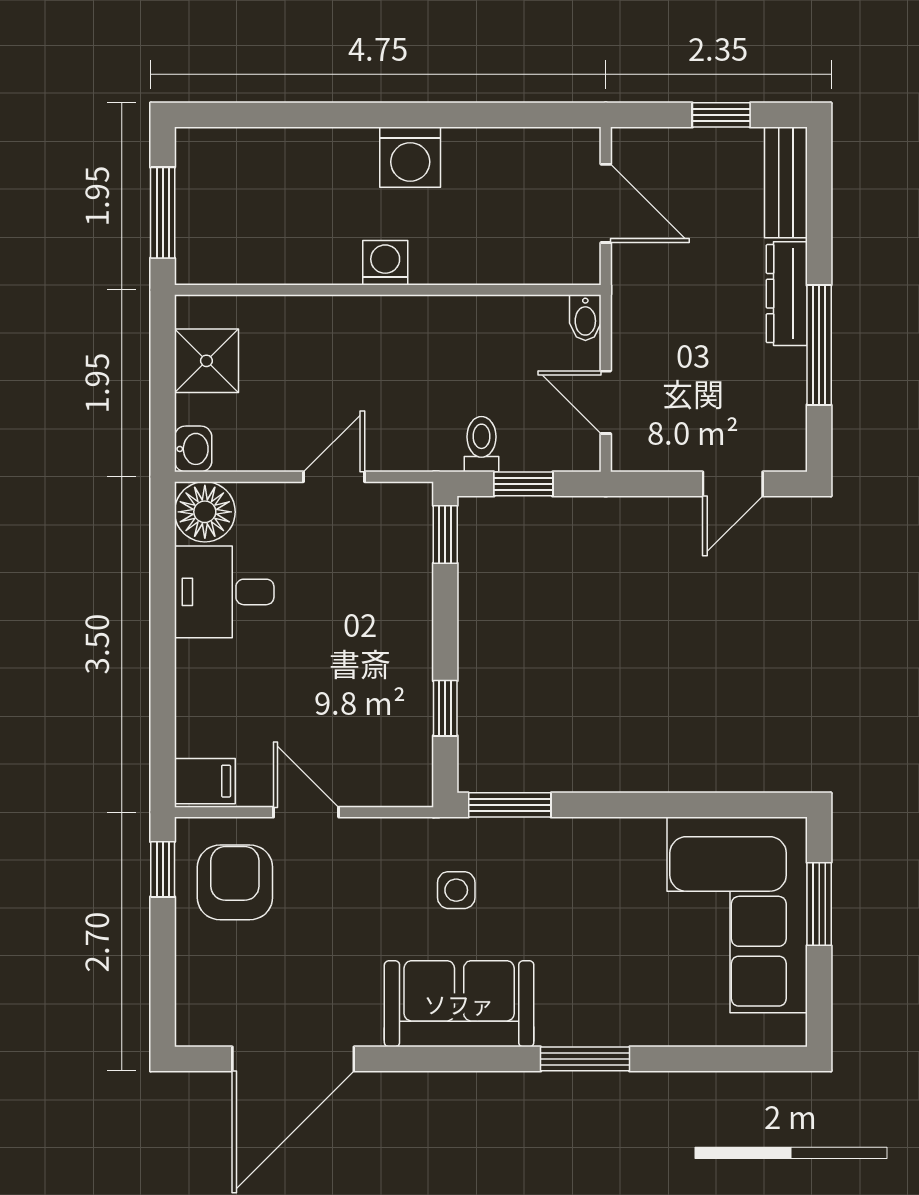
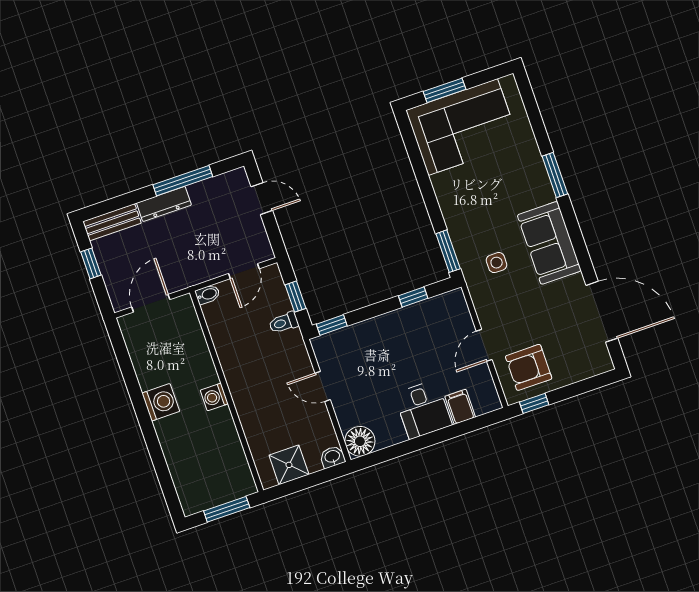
desk: (224, 592) -> (423, 409), moved
filing cabinet: (205, 781) -> (460, 407), moved

